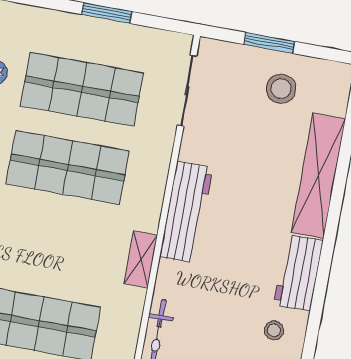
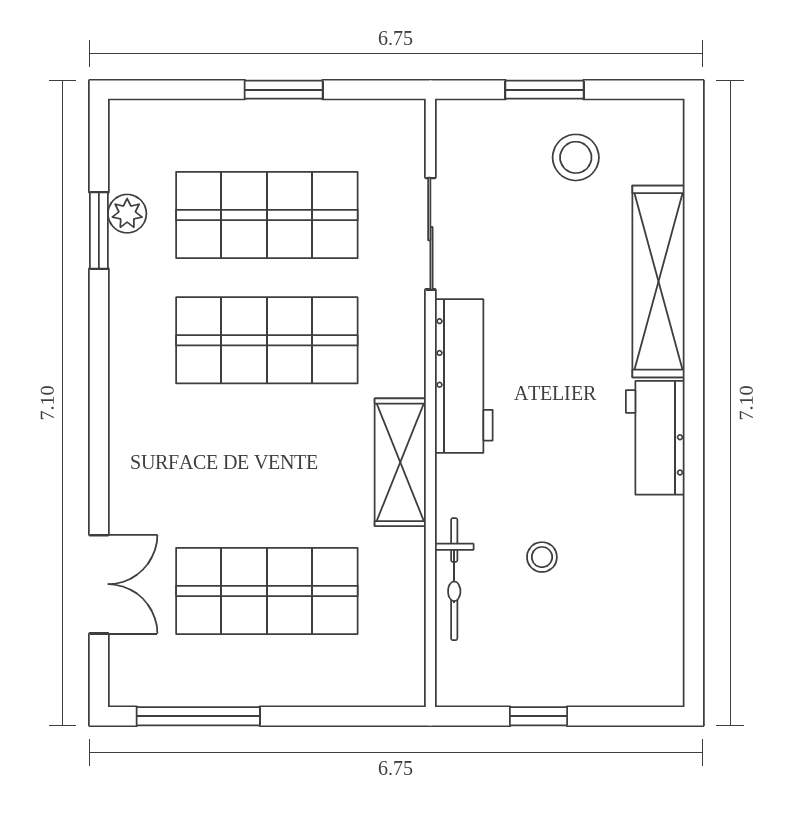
sliding door: (187, 91) -> (430, 234), moved
shelving: (141, 259) -> (400, 462), width x1.50, depth x1.33
stool: (274, 330) -> (542, 557), moved

